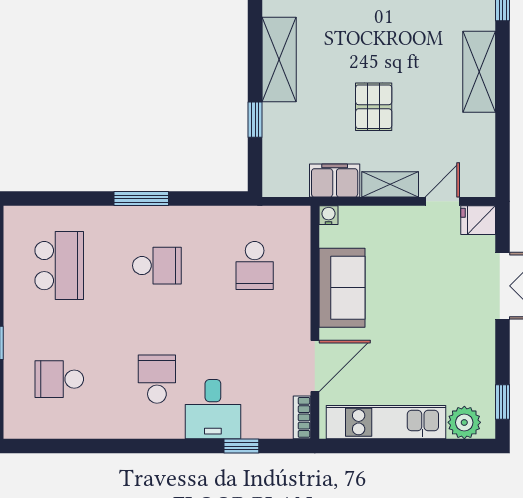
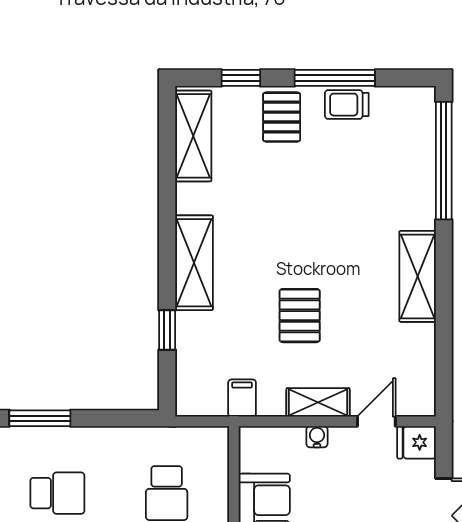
filing cabinet: (335, 181) -> (242, 398), width x0.50
water cooler: (329, 215) -> (317, 437), moved

